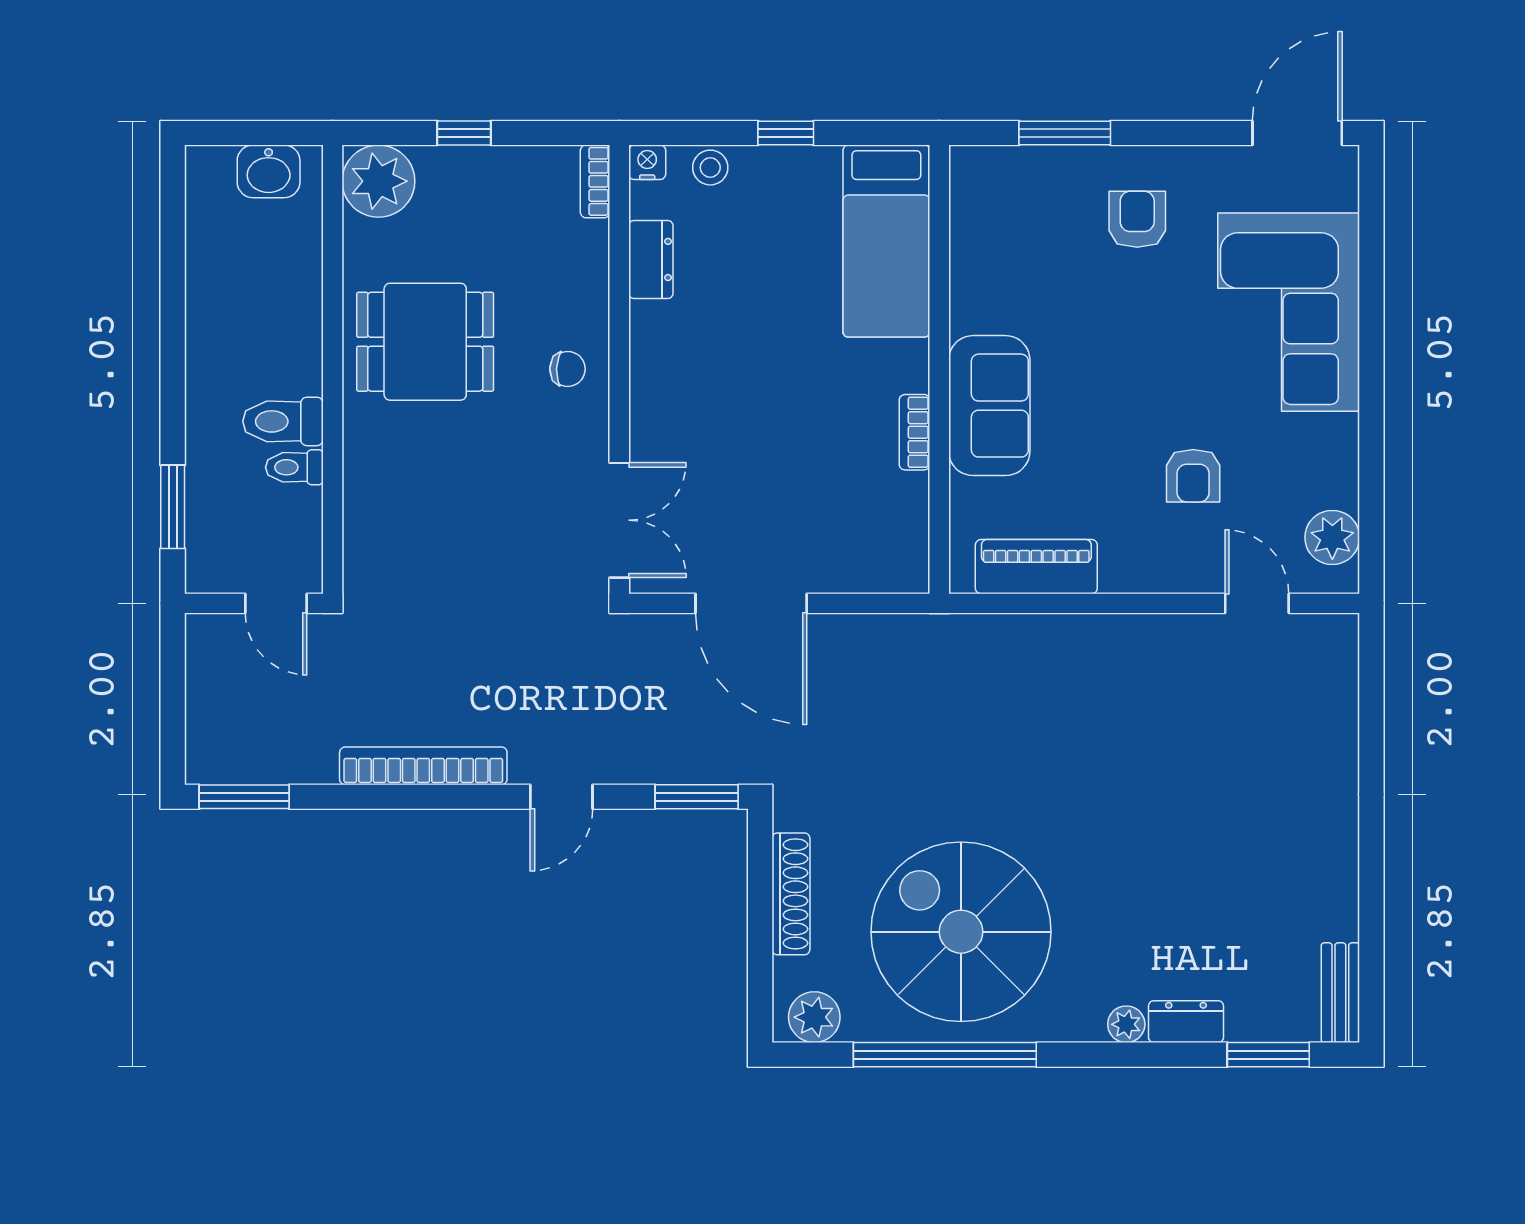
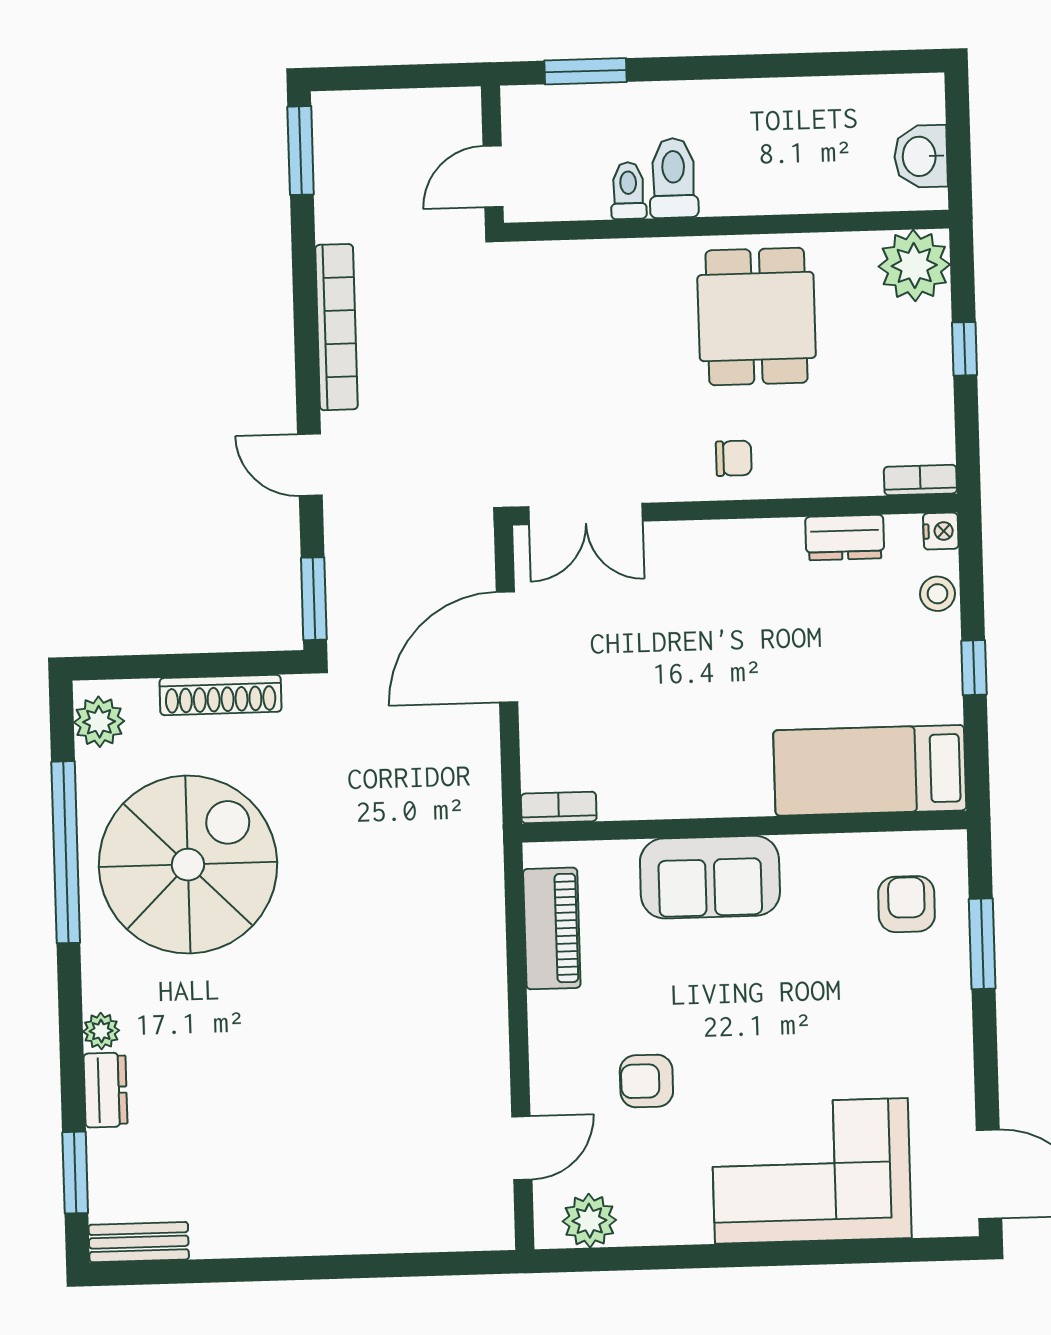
armchair: (1137, 219) -> (907, 904), moved, turned -90
chair: (567, 369) -> (734, 458), turned -92
bookcase: (915, 432) -> (559, 807), moved

